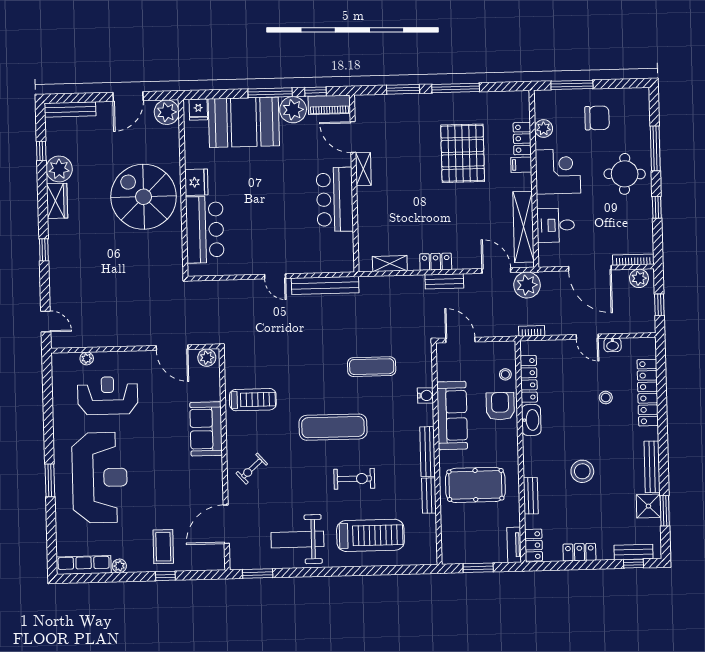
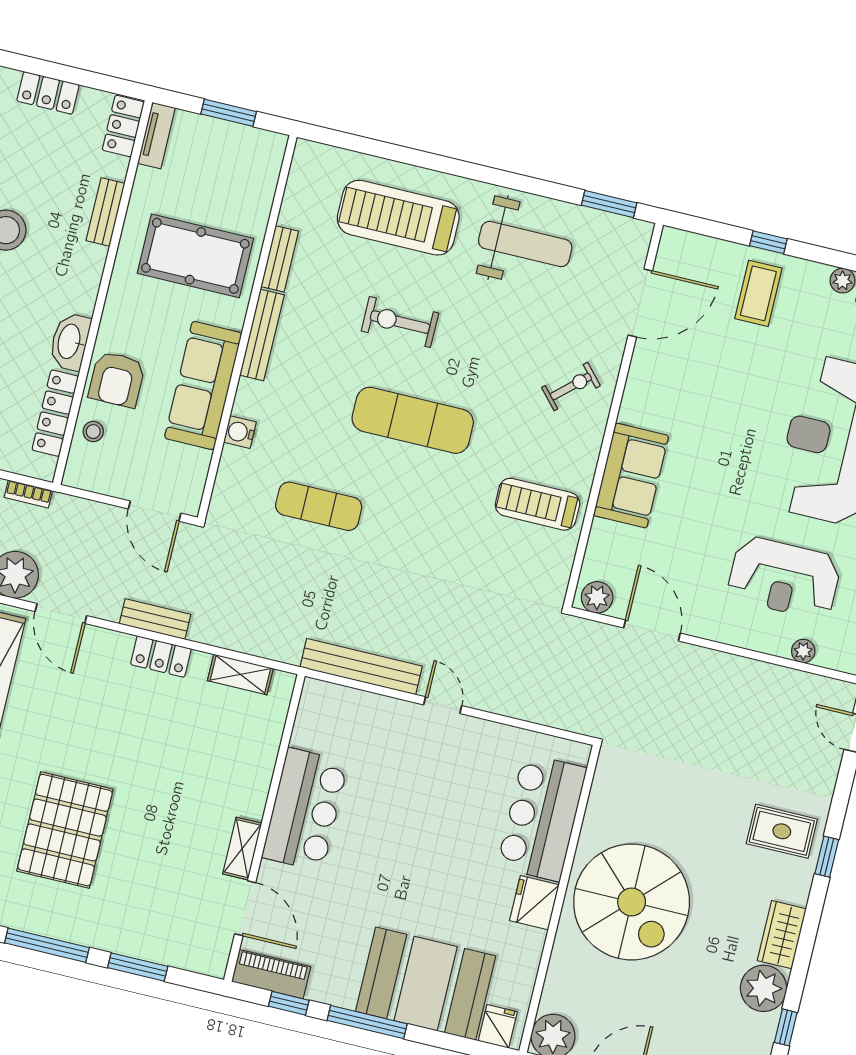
plant: (293, 110) -> (336, 982), removed
rug: (72, 257) -> (782, 831), added

